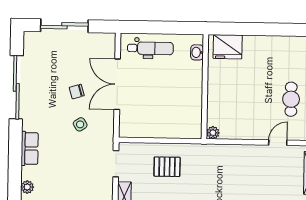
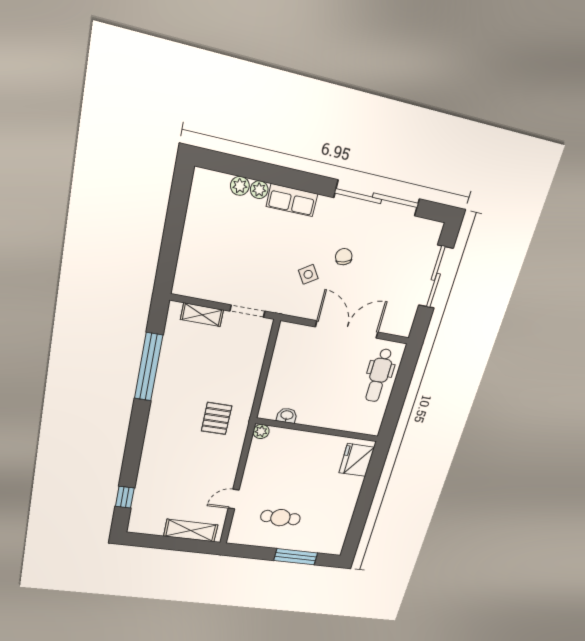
washbasin: (197, 52) -> (287, 415), moved
chair: (77, 92) -> (344, 257), moved
door: (278, 143) -> (234, 499), swing flipped
pallet: (167, 167) -> (217, 418), moved
plant: (27, 173) -> (259, 190), added

